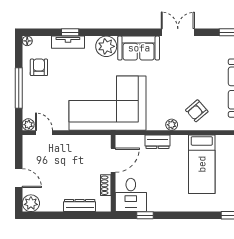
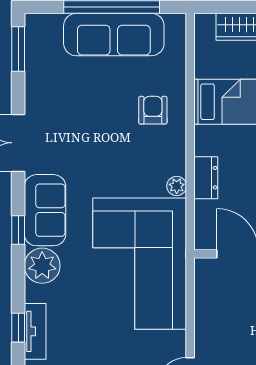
window: (127, 32) -> (18, 230), added
armchair: (197, 111) -> (153, 110), turned -139
plant: (172, 125) -> (177, 186), moved

